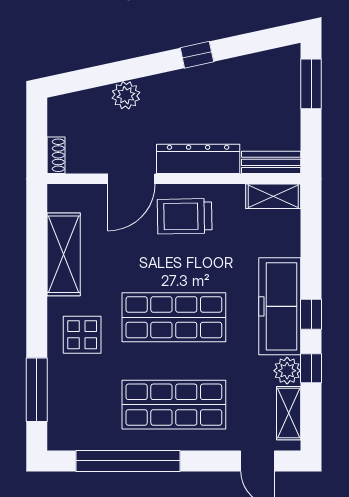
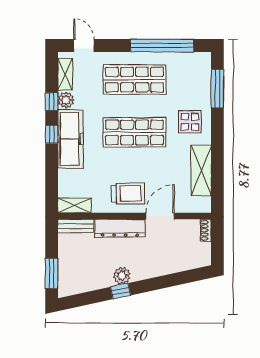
plant: (126, 95) -> (122, 276), moved

